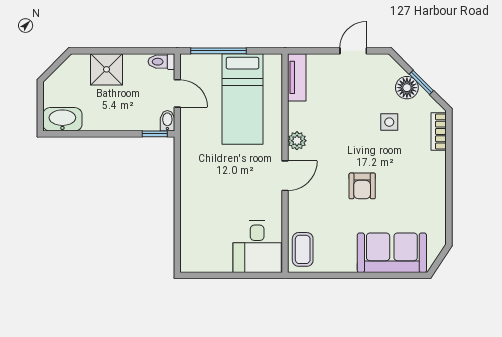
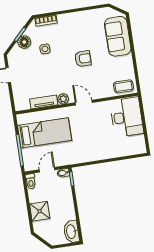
tv unit: (297, 77) -> (44, 102), moved
desk: (257, 247) -> (127, 117), width x1.37

